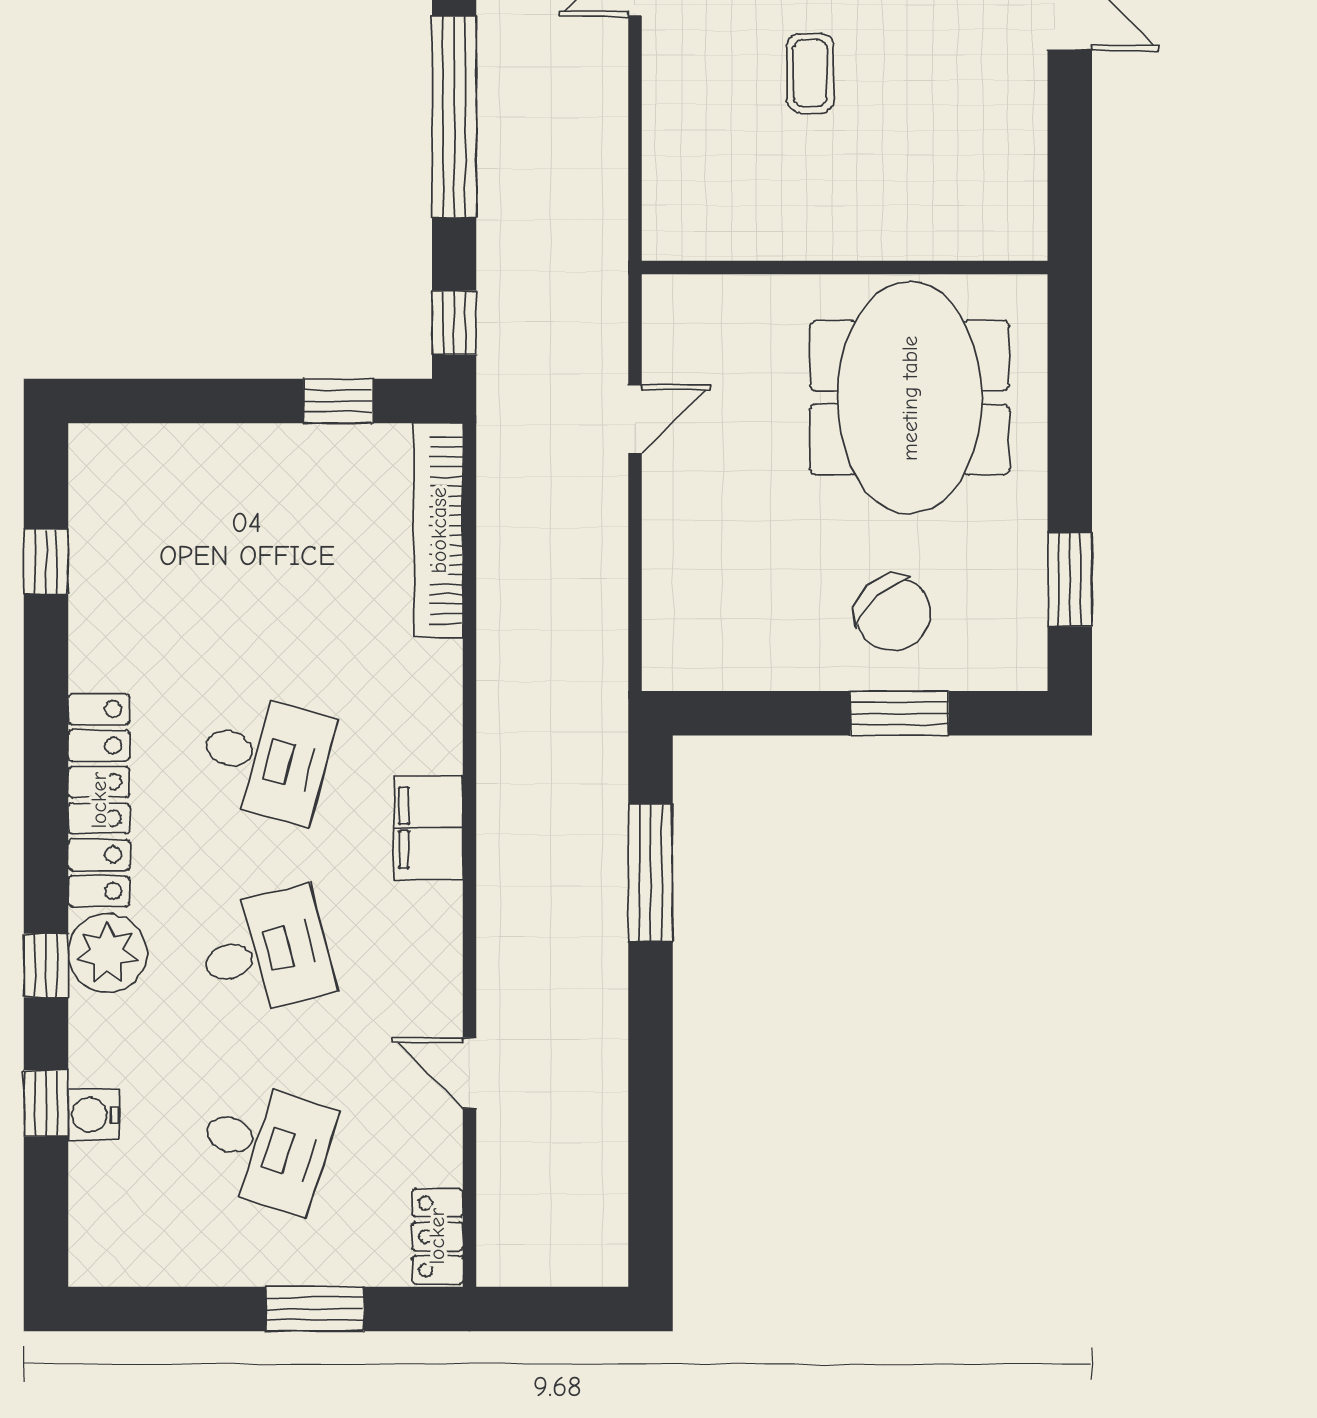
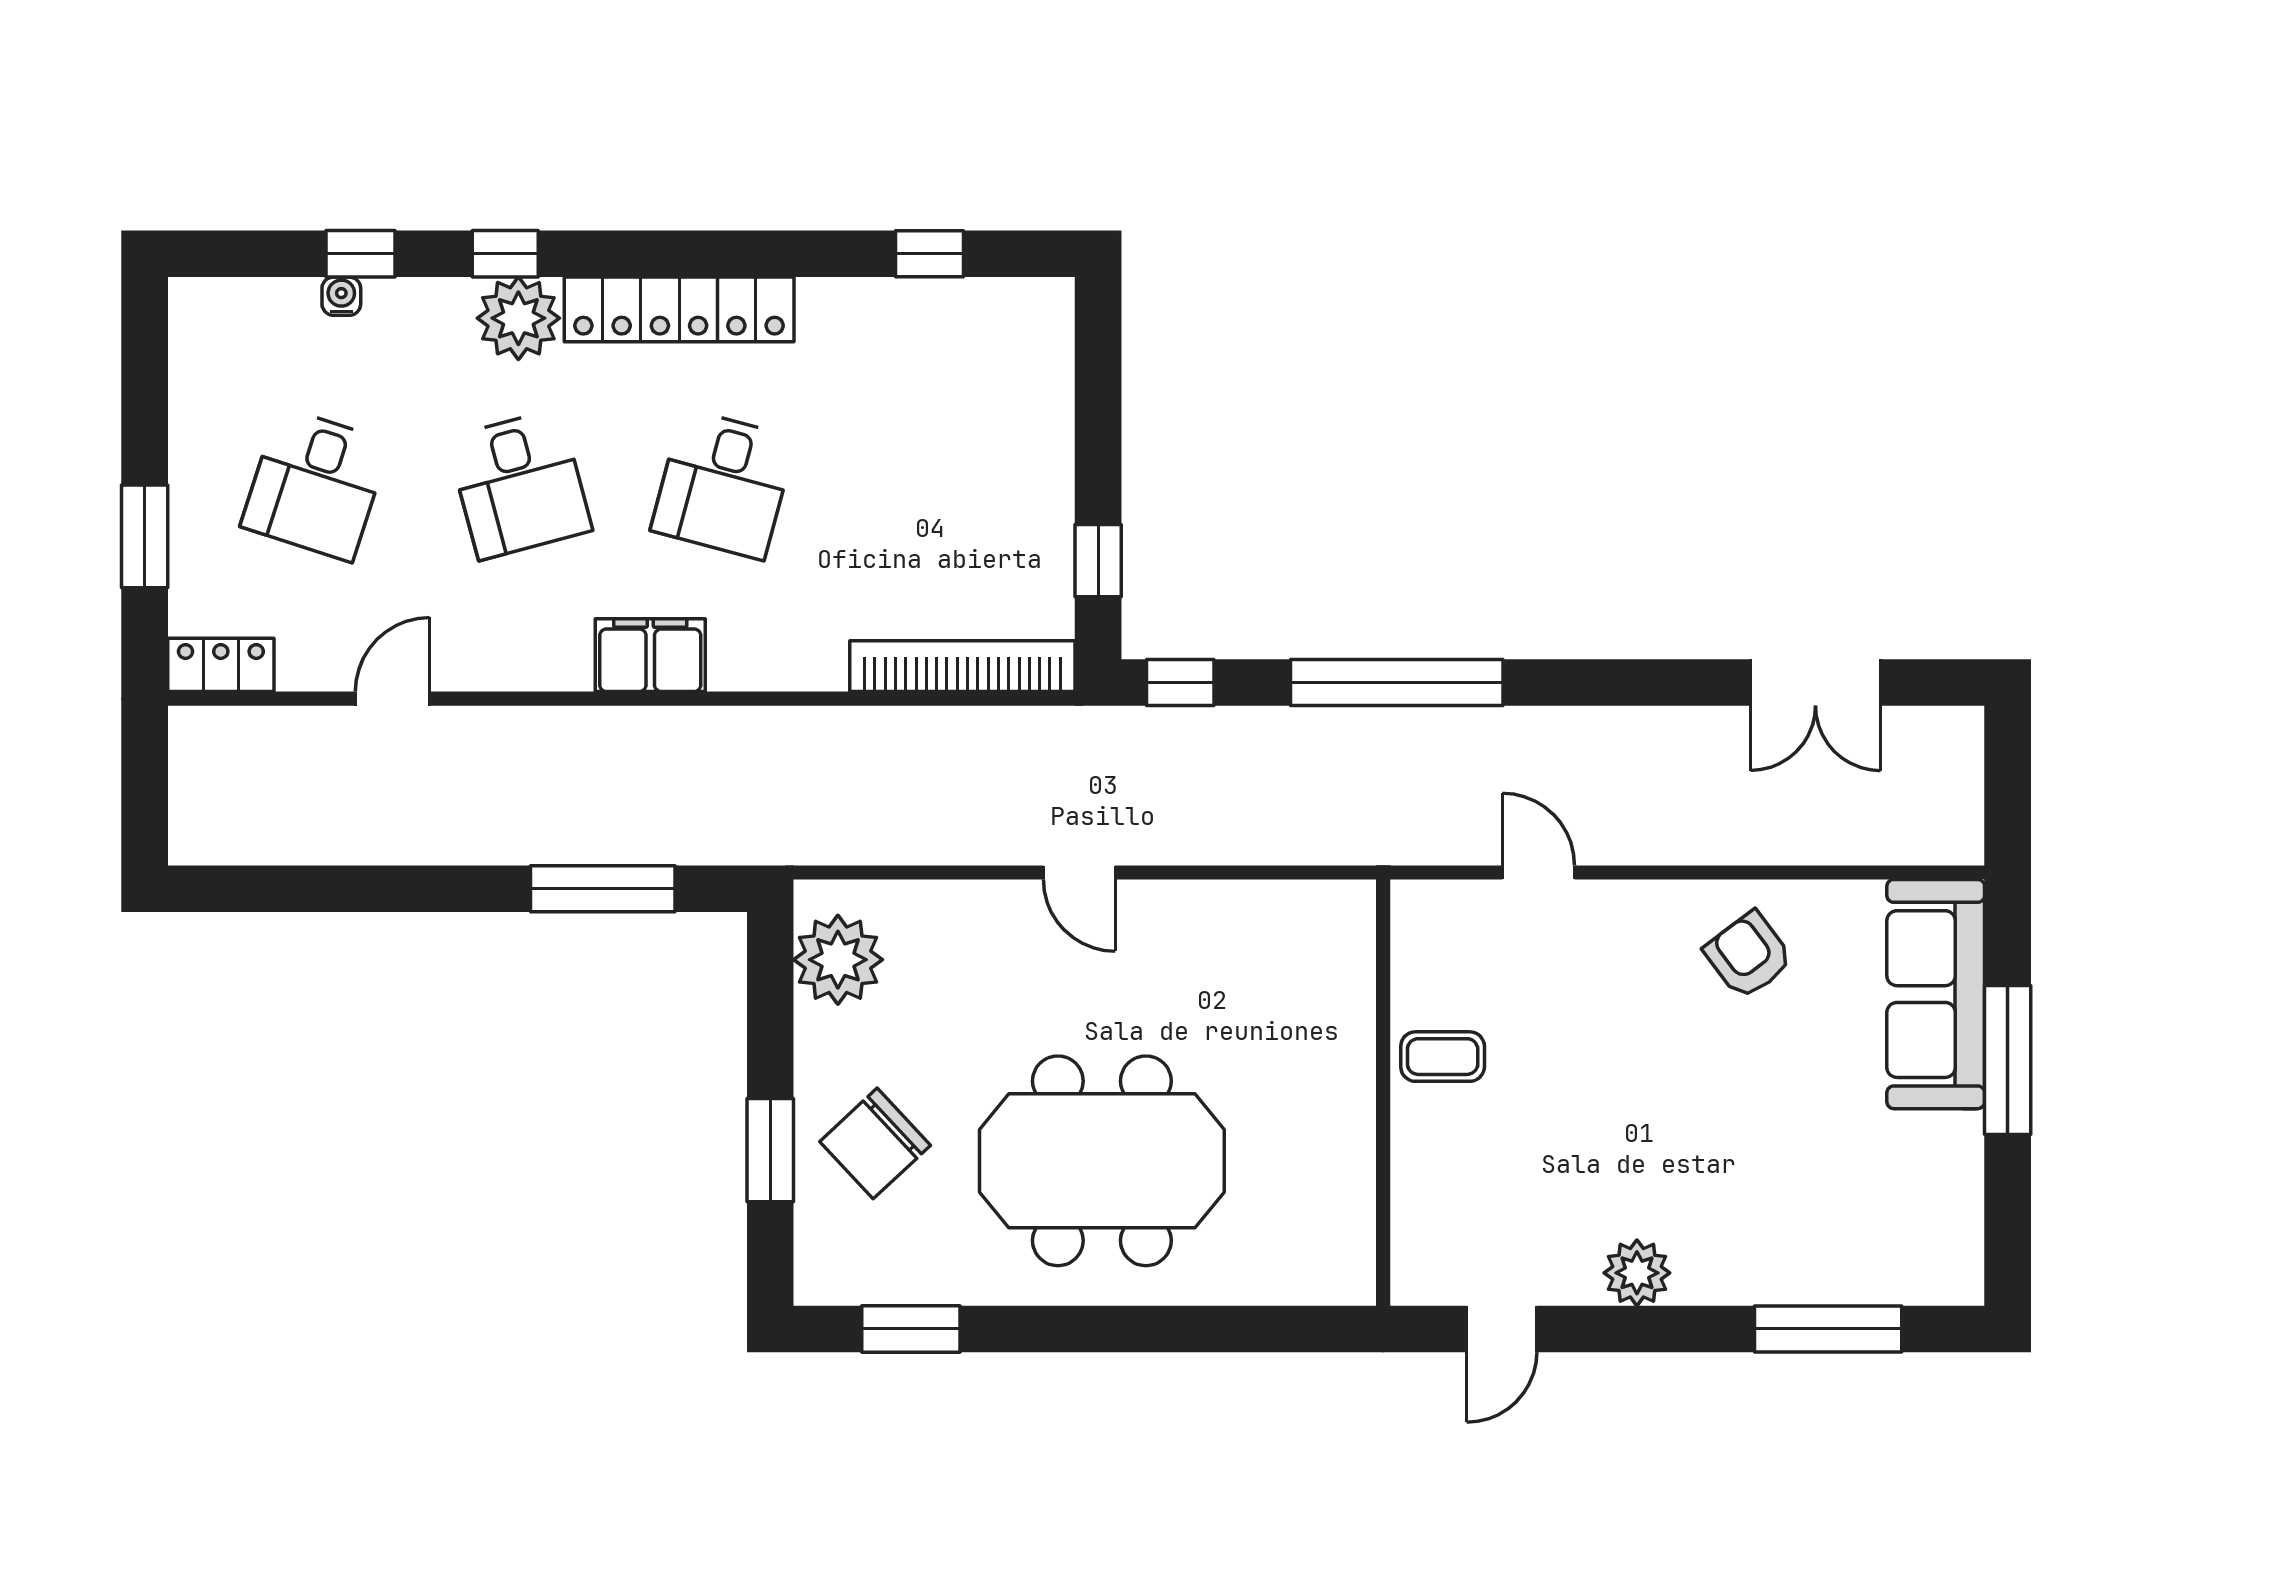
wall: (845, 268) -> (1383, 1093), moved
plant: (718, 649) -> (838, 960), added
water cooler: (93, 1115) -> (341, 296), width x0.72, depth x0.72

